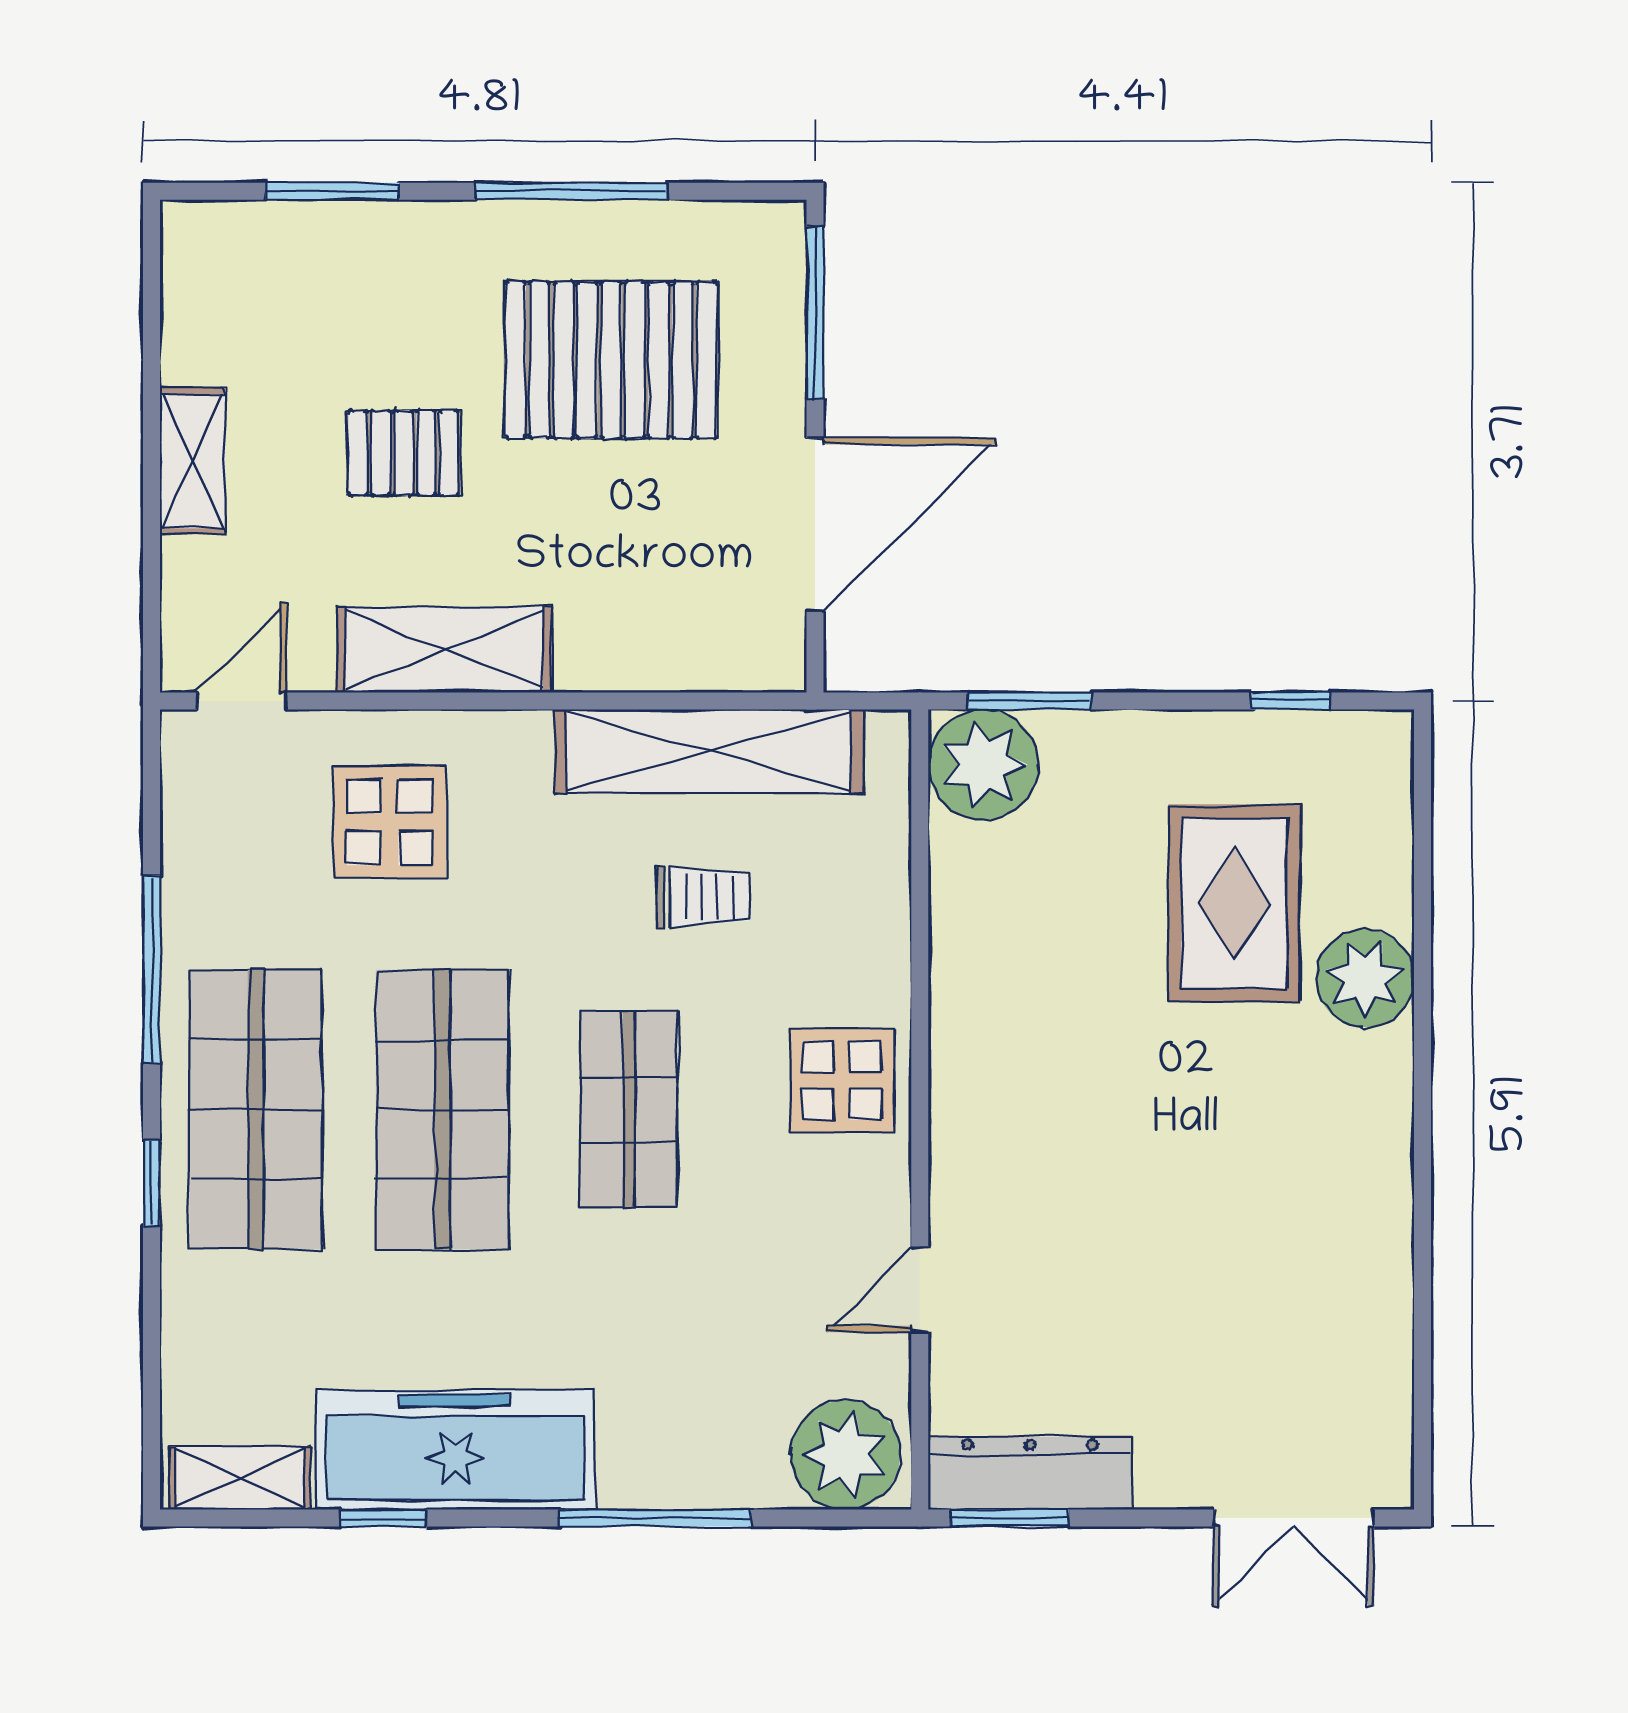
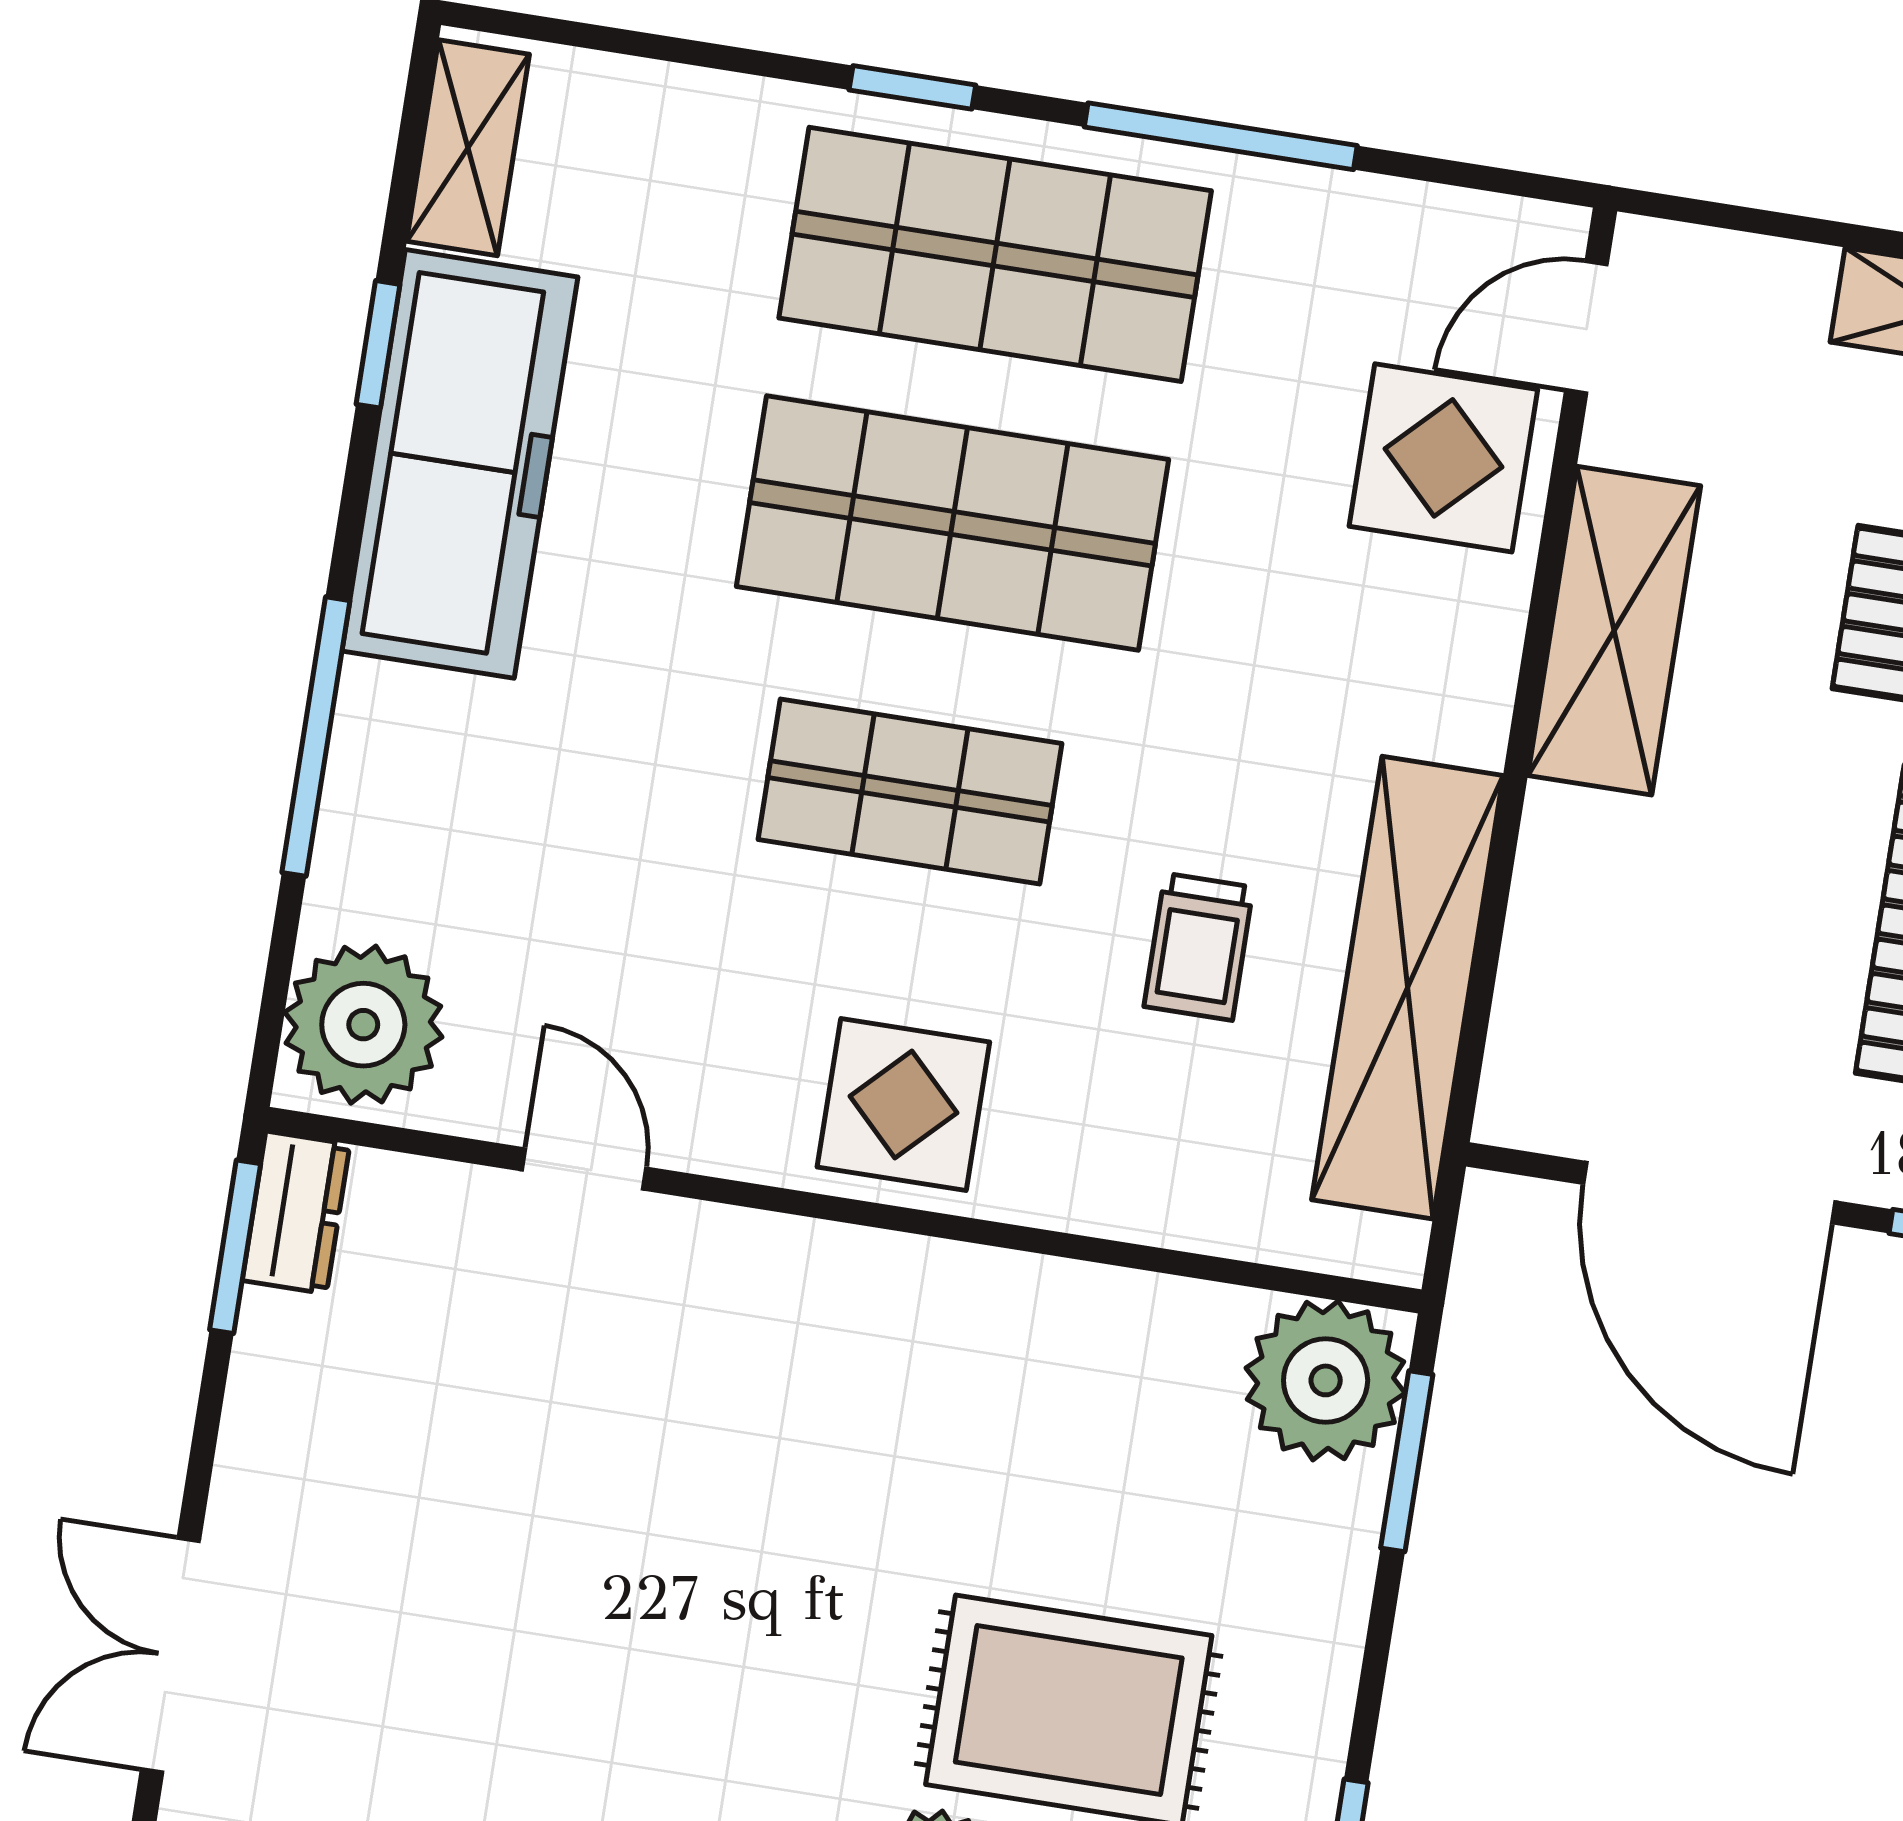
door: (242, 701) -> (1586, 327), swing flipped
display table: (390, 822) -> (1443, 458), moved
dresser: (1030, 1473) -> (296, 1212), width x0.51, depth x0.80

